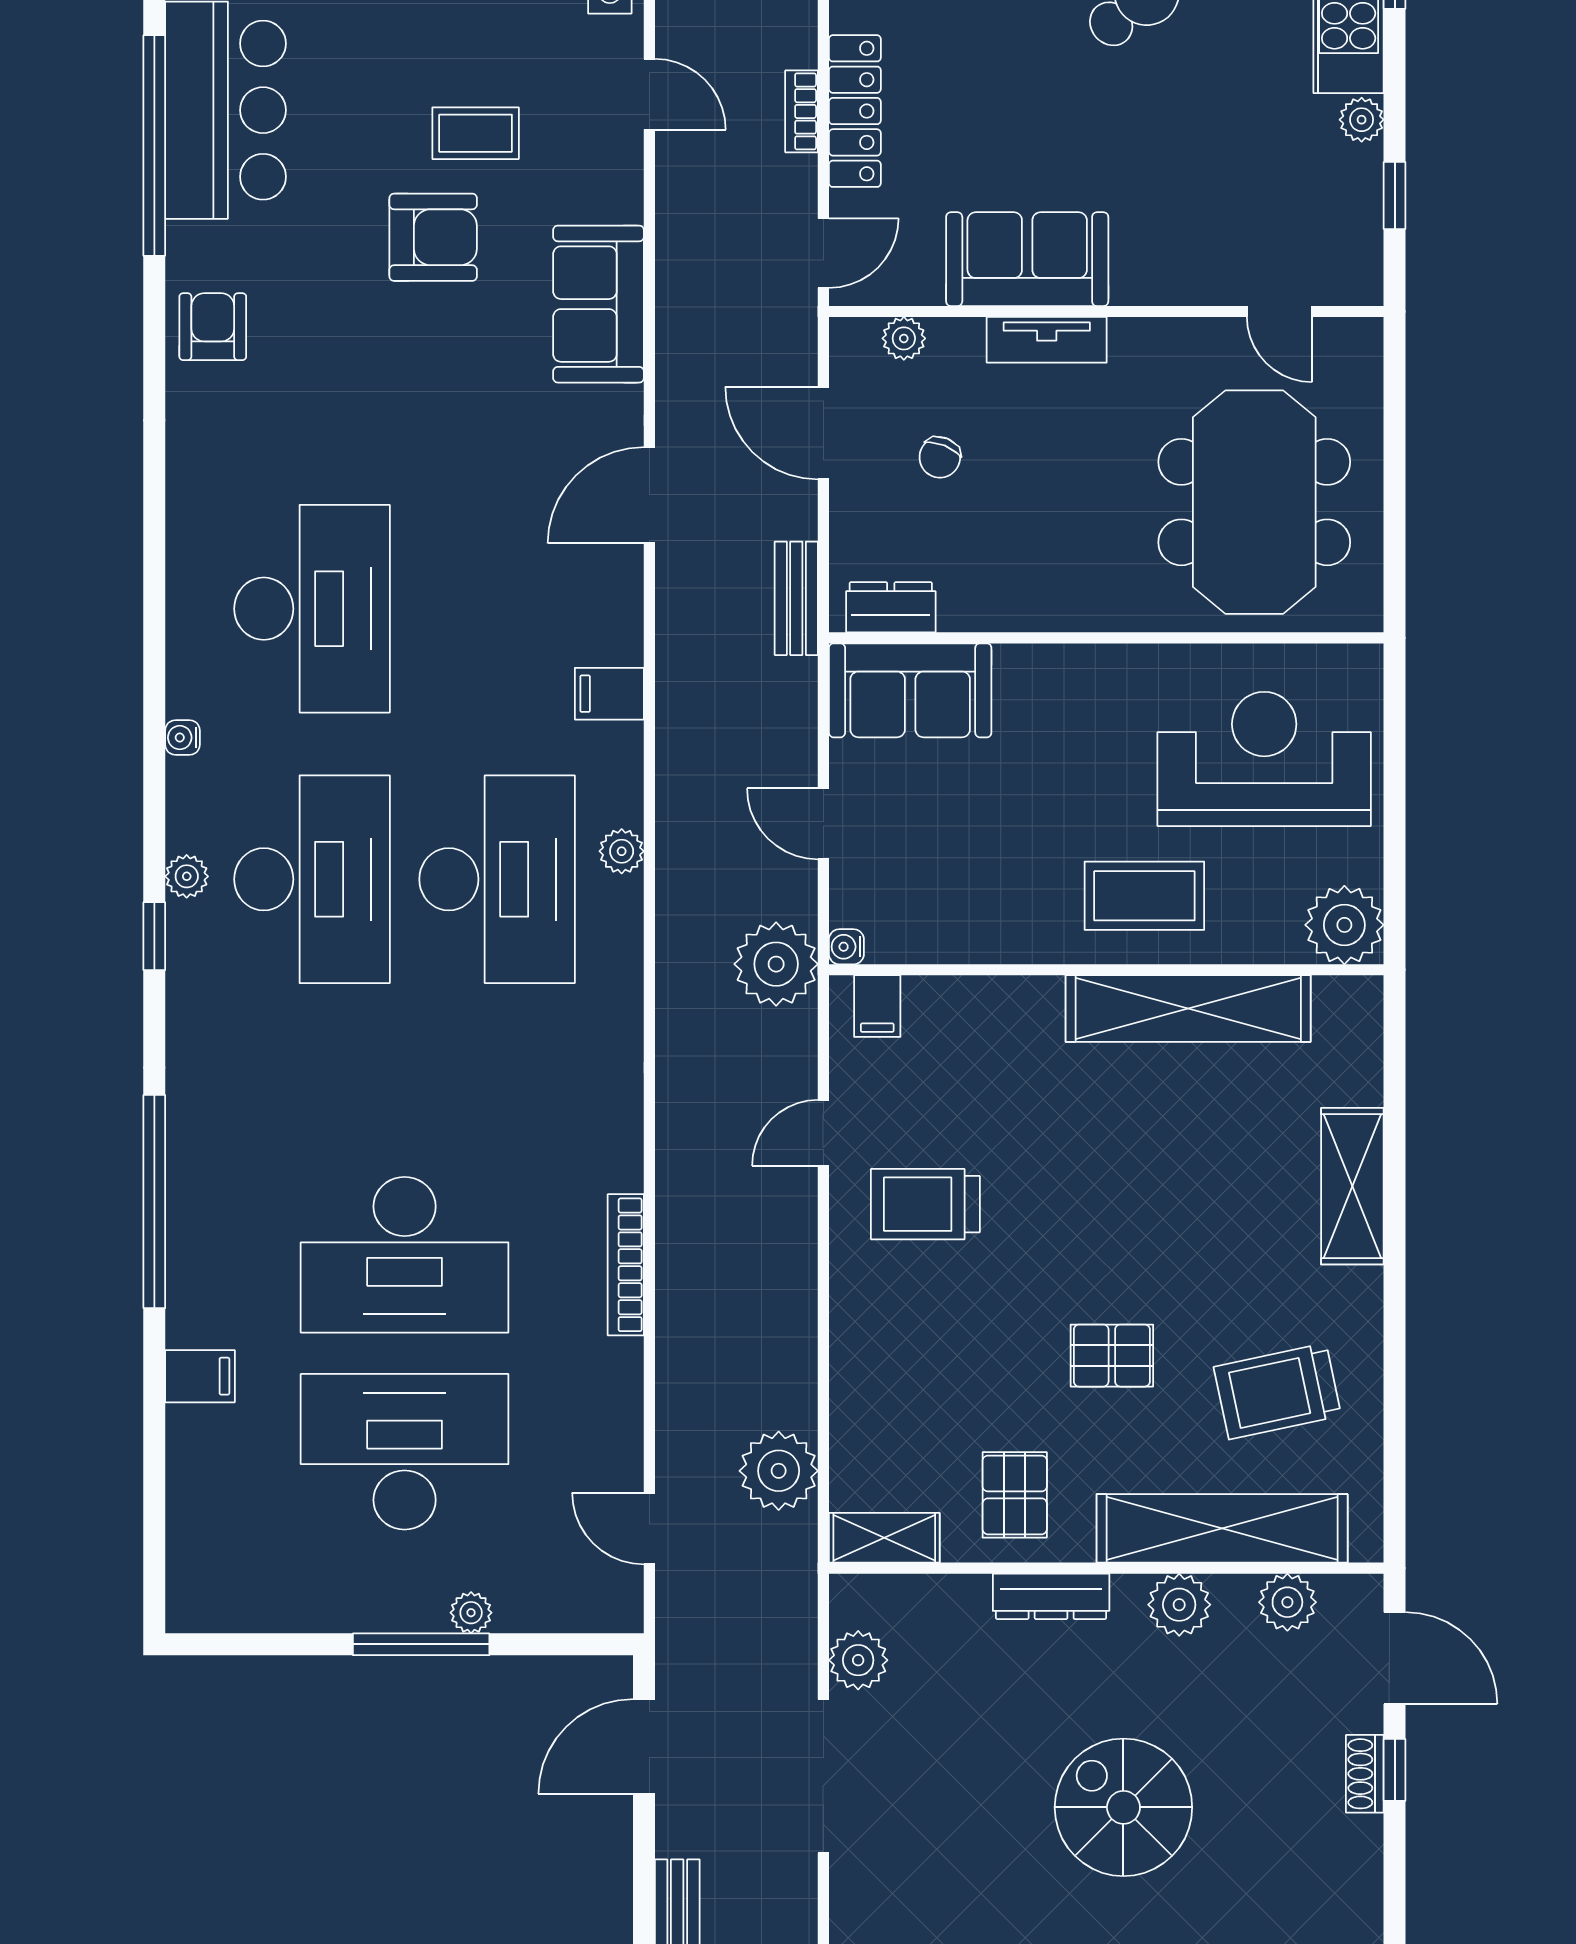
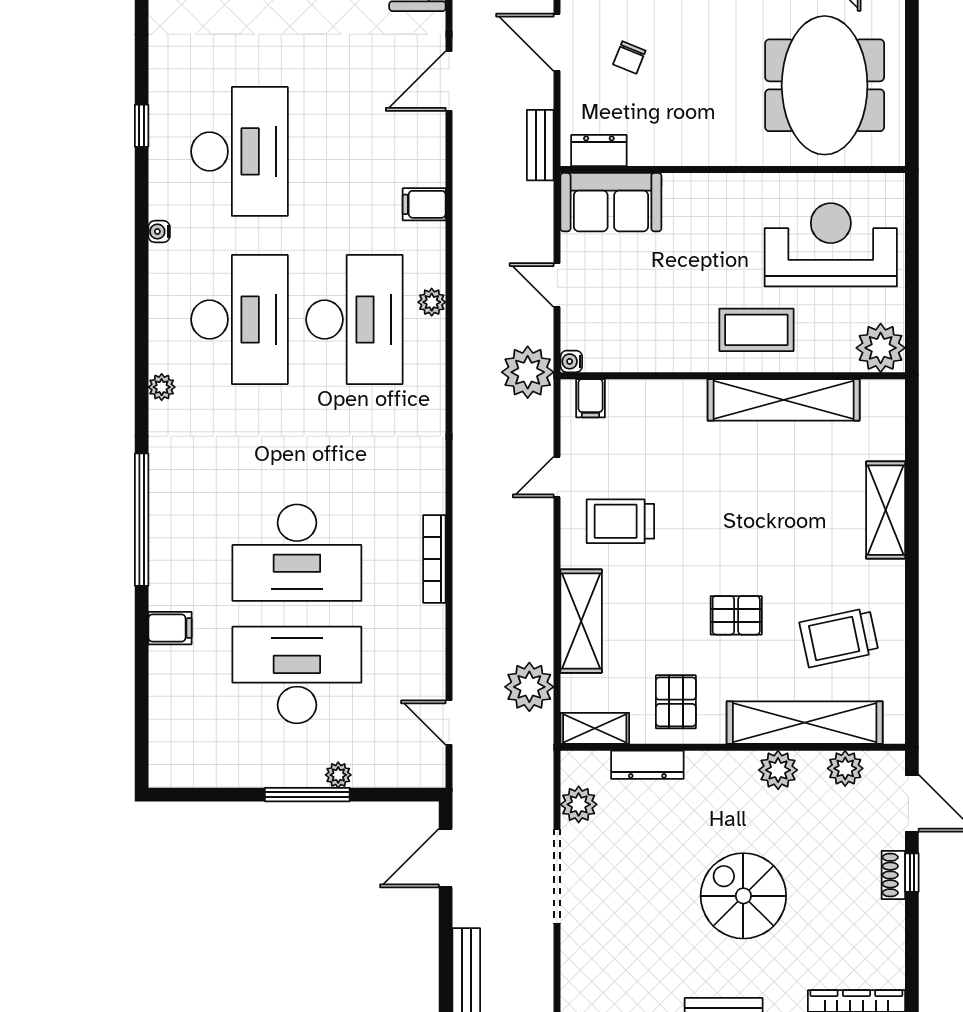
plant: (187, 876) -> (162, 387), moved
window: (154, 936) -> (142, 126), moved
shelving: (862, 1365) -> (581, 621), added
dresser: (1051, 1596) -> (647, 765), moved

